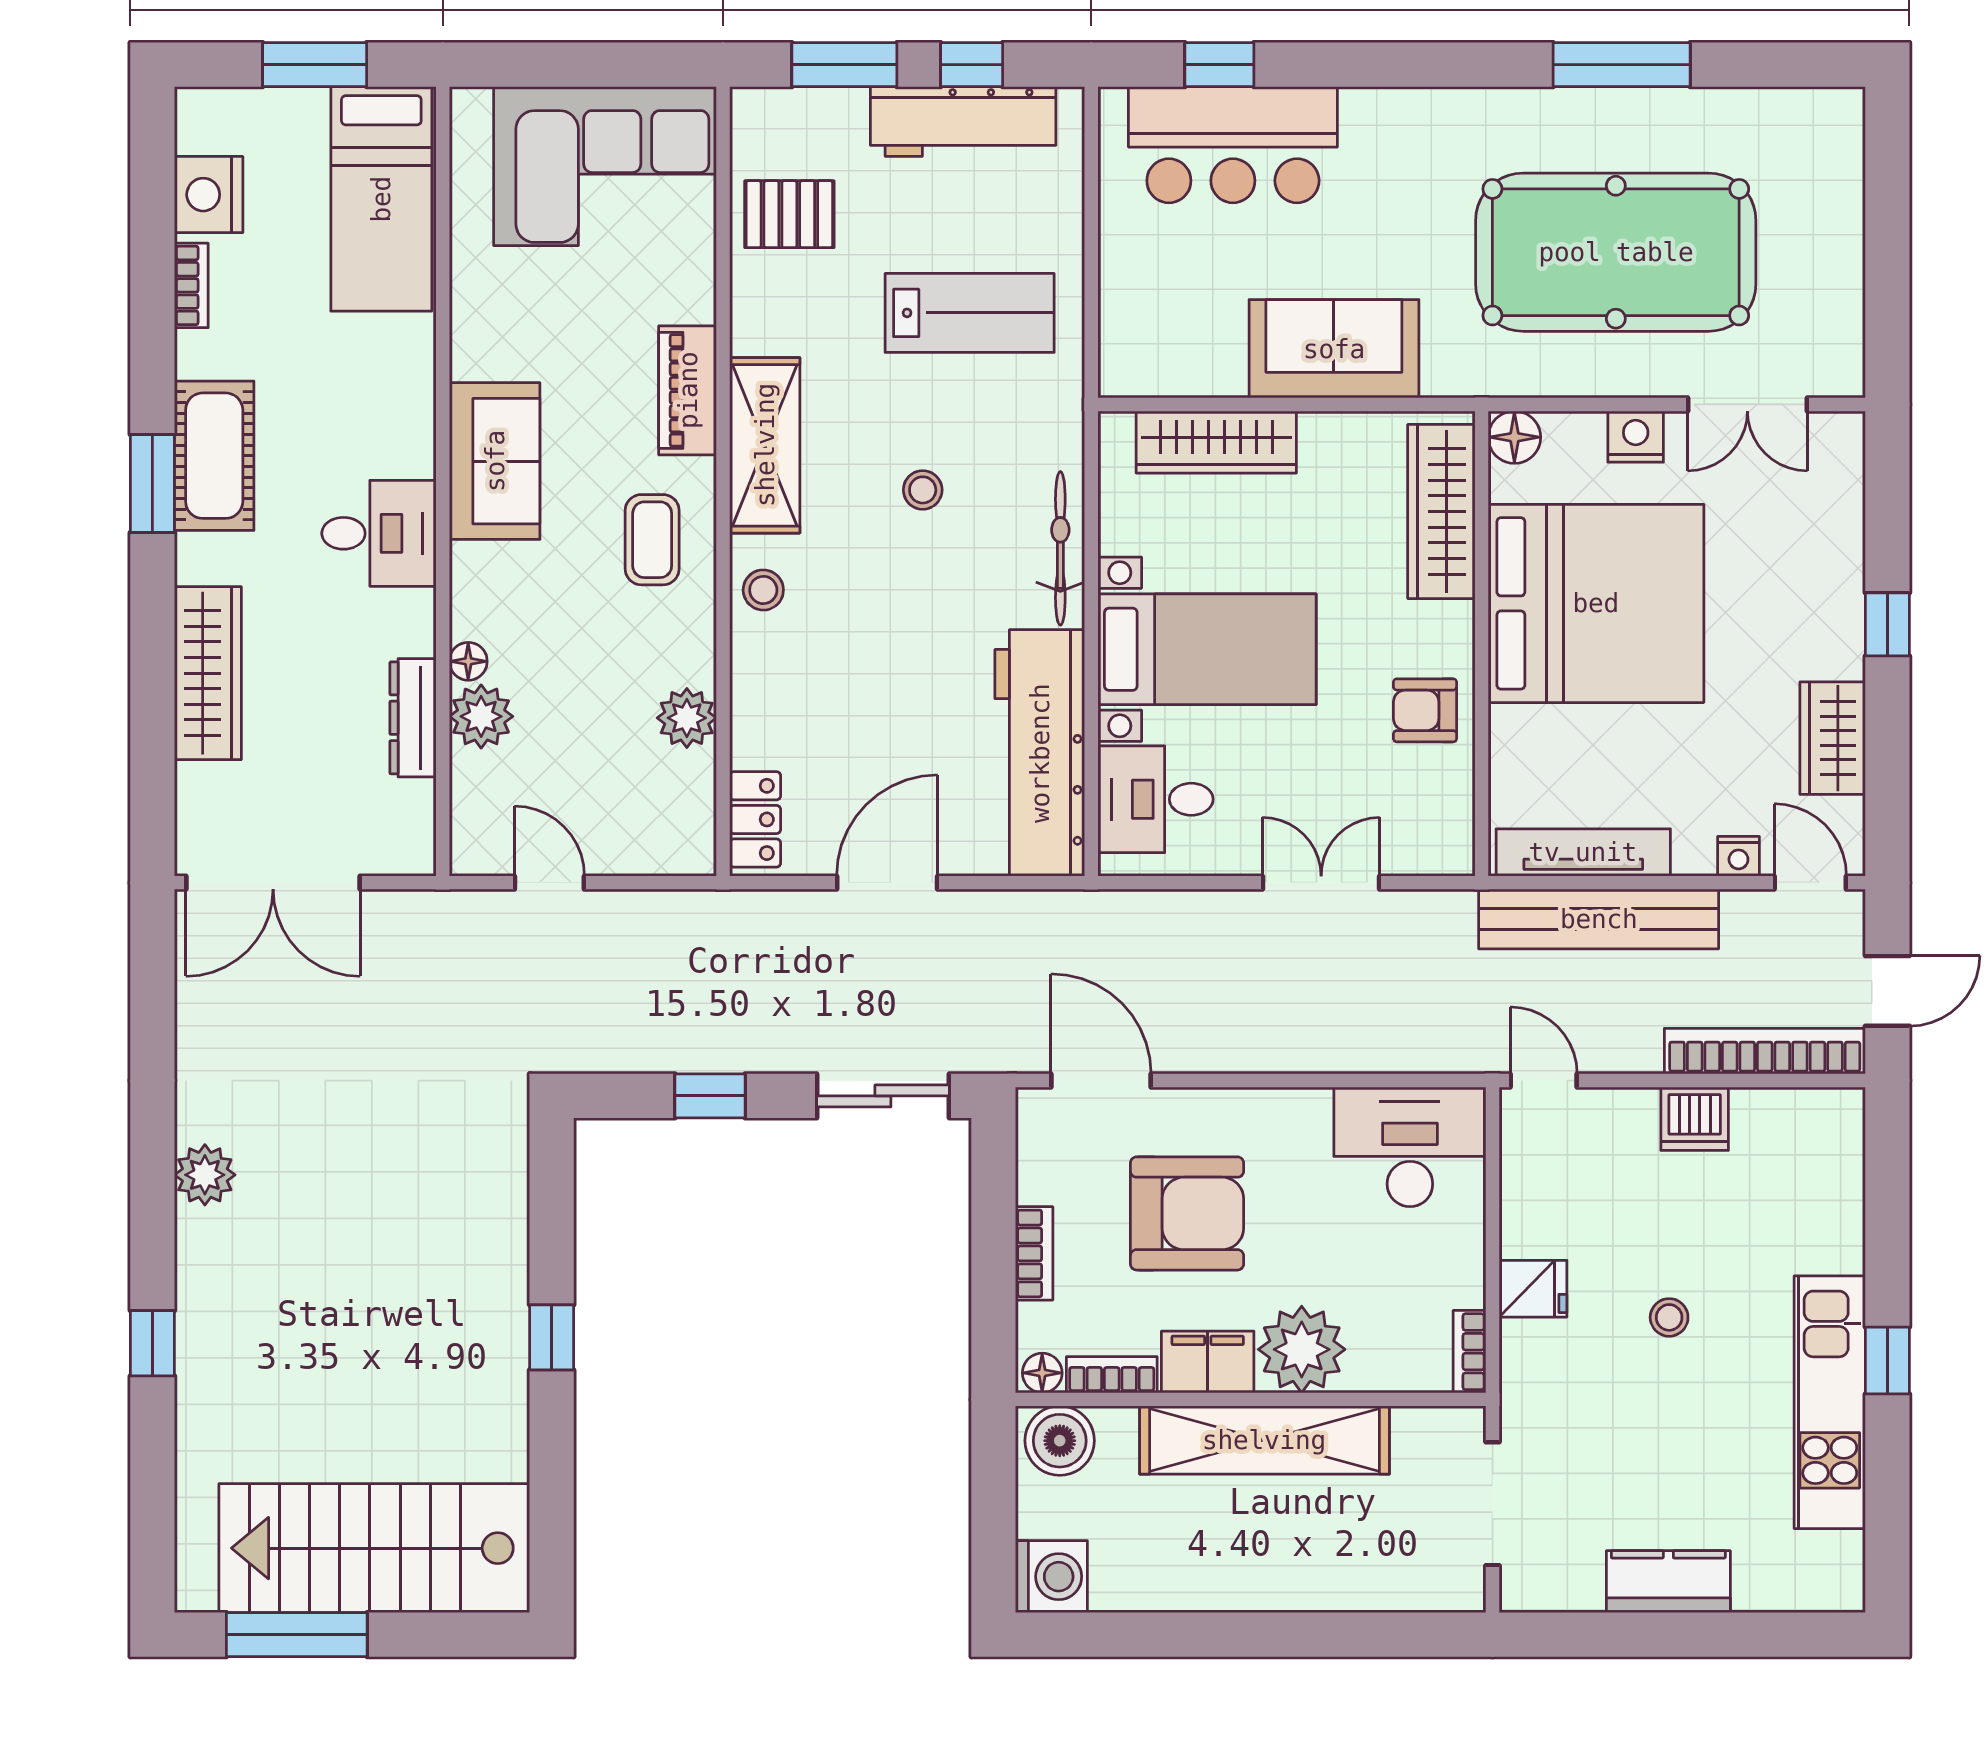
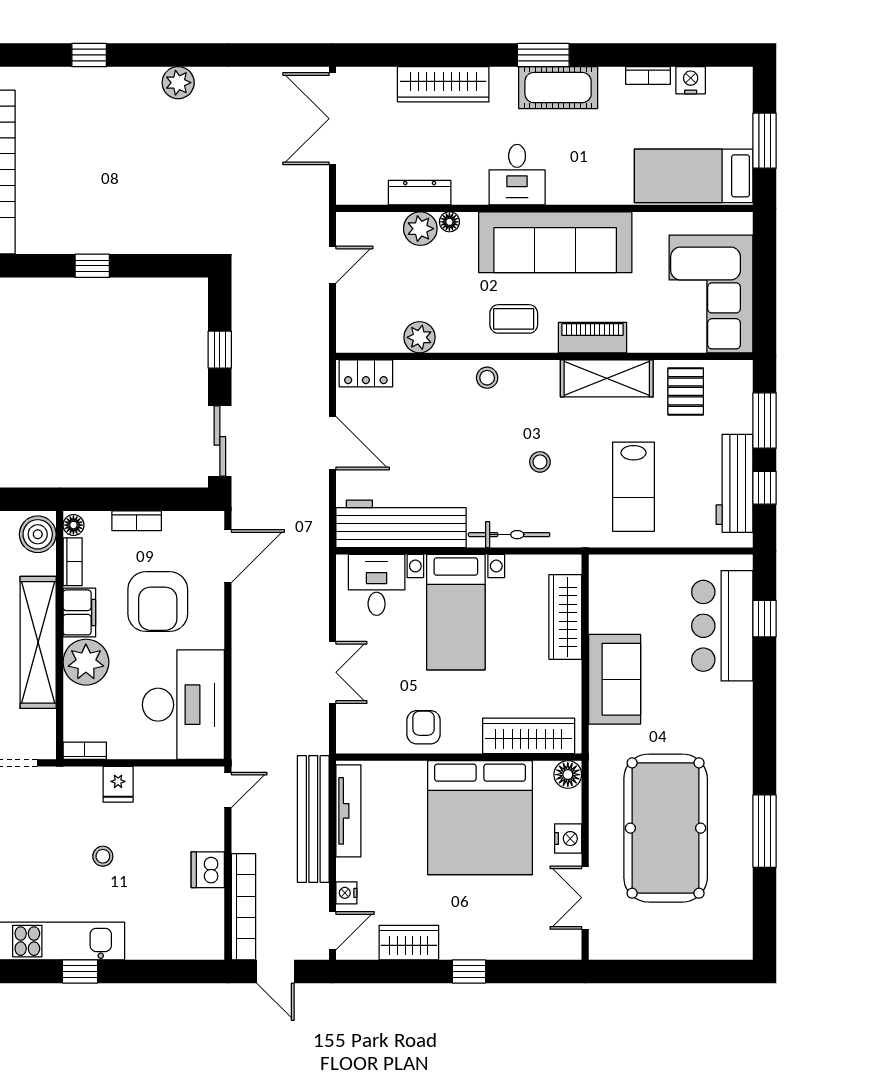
nightstand: (209, 195) -> (691, 80), width x0.74, depth x0.75
shelving: (765, 445) -> (607, 378), moved
sofa: (495, 461) -> (555, 242), width x1.85, depth x1.27
desk: (1410, 1147) -> (183, 705), width x1.36, depth x1.30

